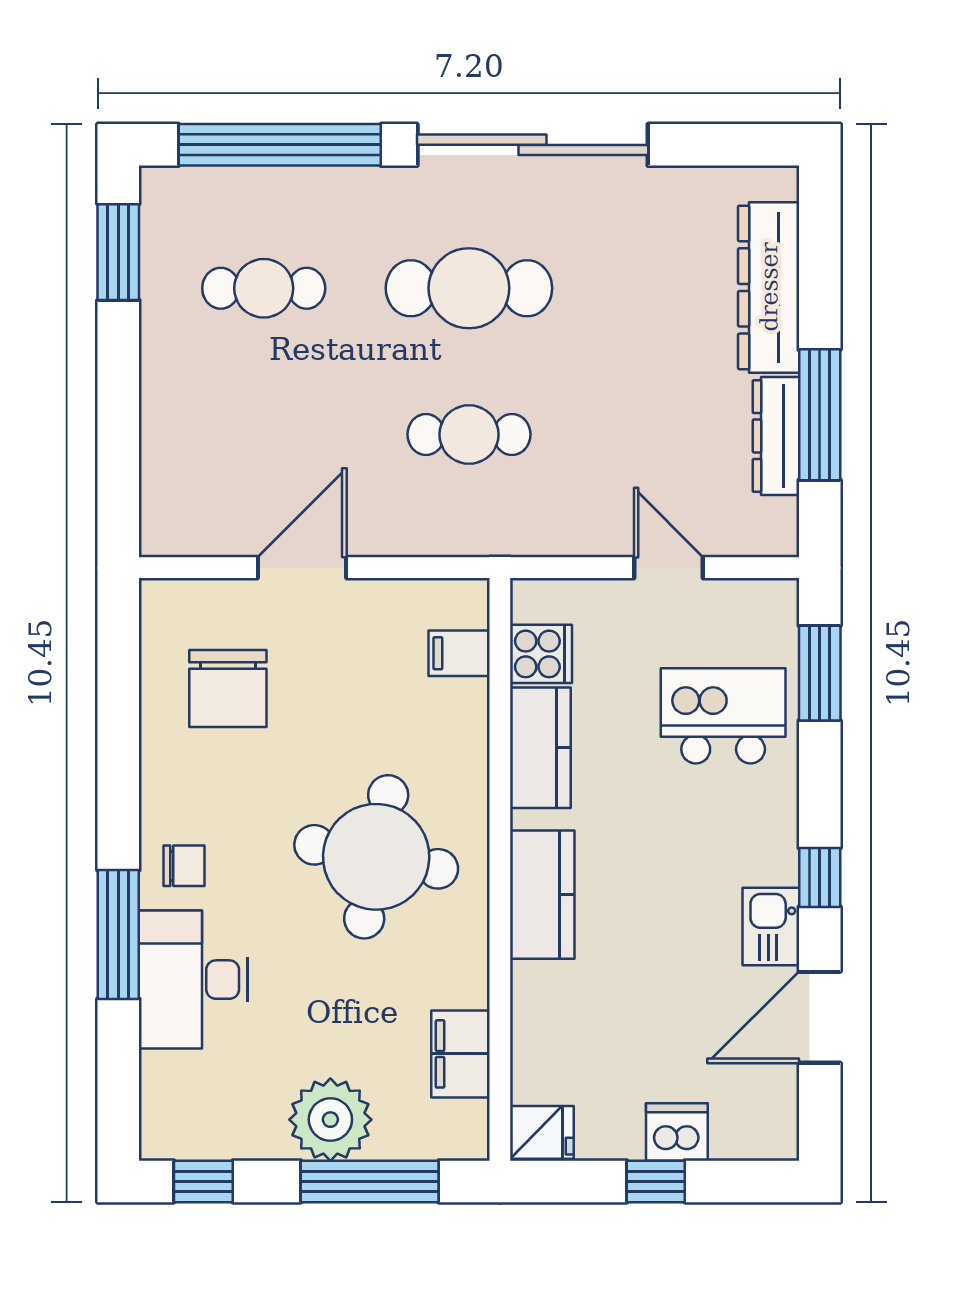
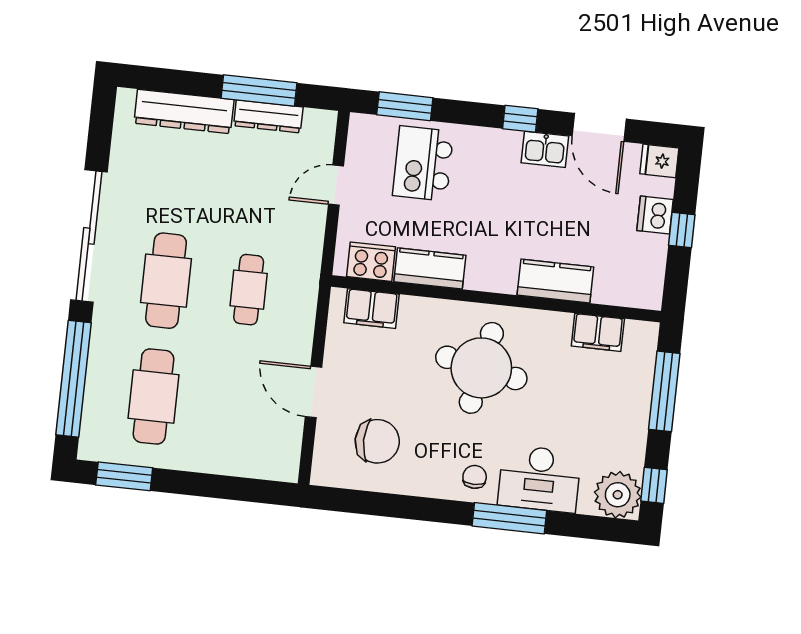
cafe table: (264, 288) -> (153, 397), width x1.37, depth x1.35
filing cabinet: (459, 653) -> (372, 309), width x2.00
cooker: (541, 654) -> (371, 262), width x1.36
kitchen counter: (542, 895) -> (555, 281), moved
plant: (330, 1120) -> (618, 495), moved
fridge: (542, 1132) -> (659, 161), moved, turned -90

